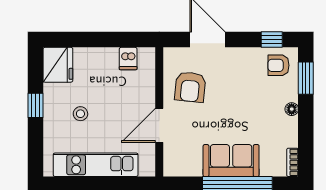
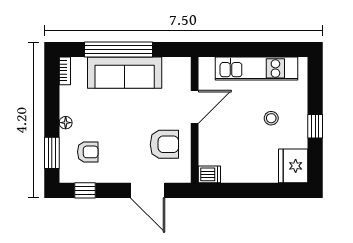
dishwasher: (128, 59) -> (209, 174), moved, turned 90
armchair: (279, 65) -> (88, 152), moved
armchair: (190, 87) -> (164, 144), turned 84
sofa: (231, 161) -> (125, 73), width x1.36

